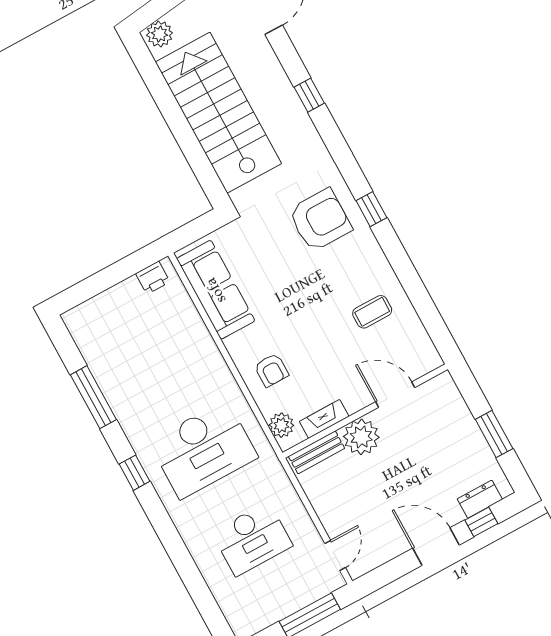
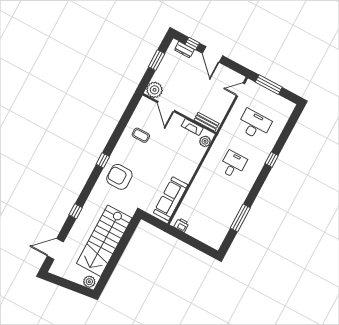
armchair: (271, 370) -> (187, 158), removed
plant: (361, 437) -> (155, 90), moved
desk: (203, 449) -> (233, 164), width x0.53, depth x0.77
window: (135, 473) -> (272, 160), moved

